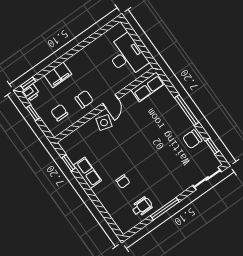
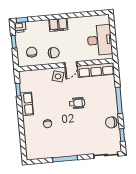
filing cabinet: (58, 75) -> (58, 25), moved
row of seats: (148, 87) -> (96, 70), width x1.48
wheelchair: (142, 207) -> (77, 103), moved

